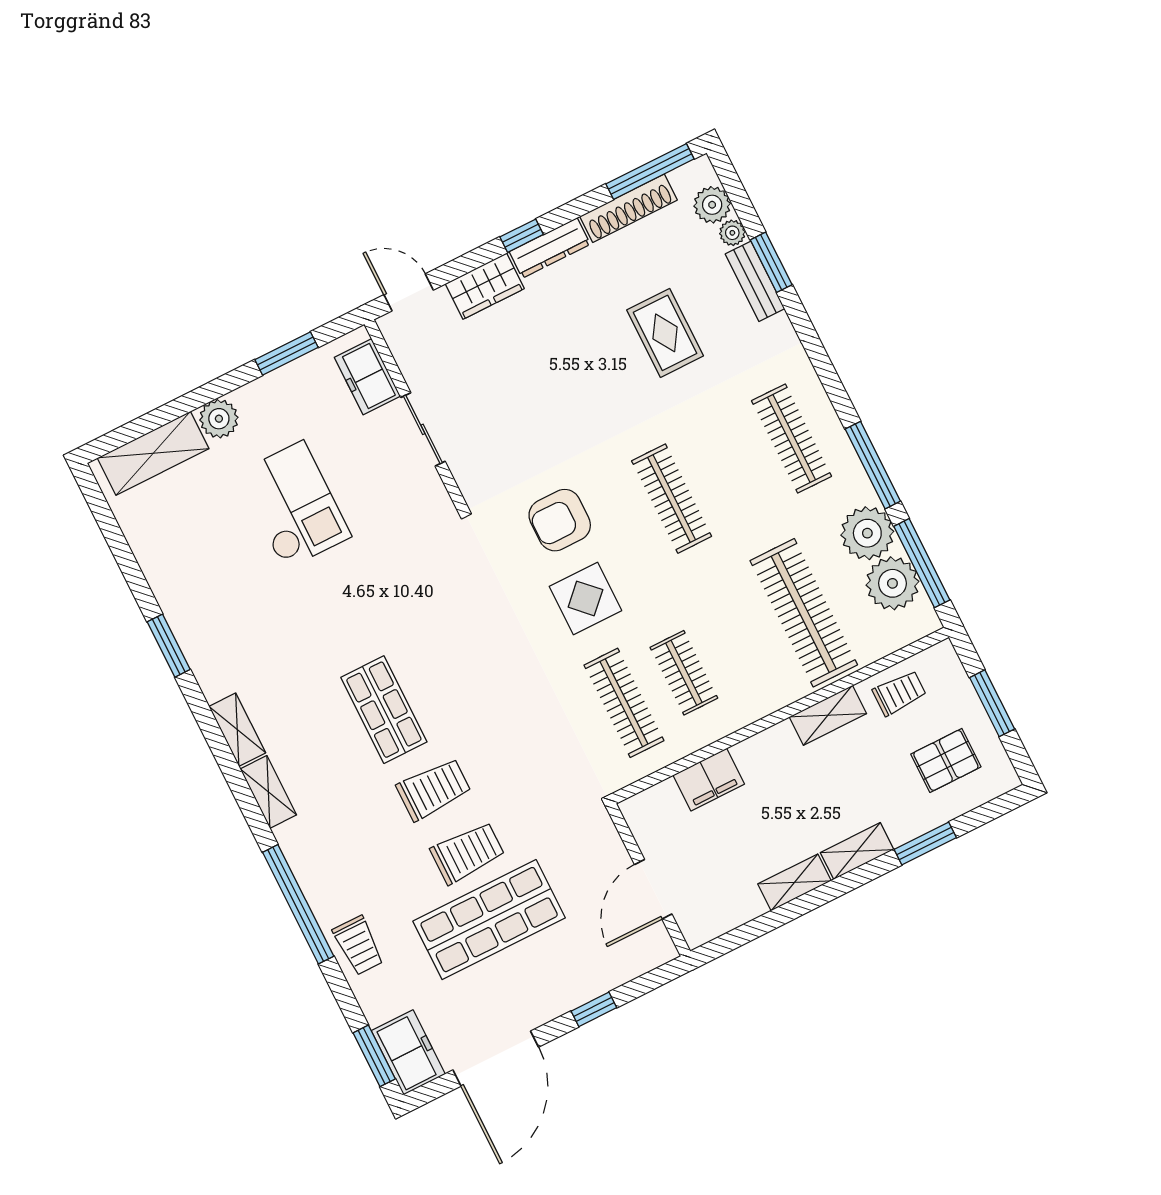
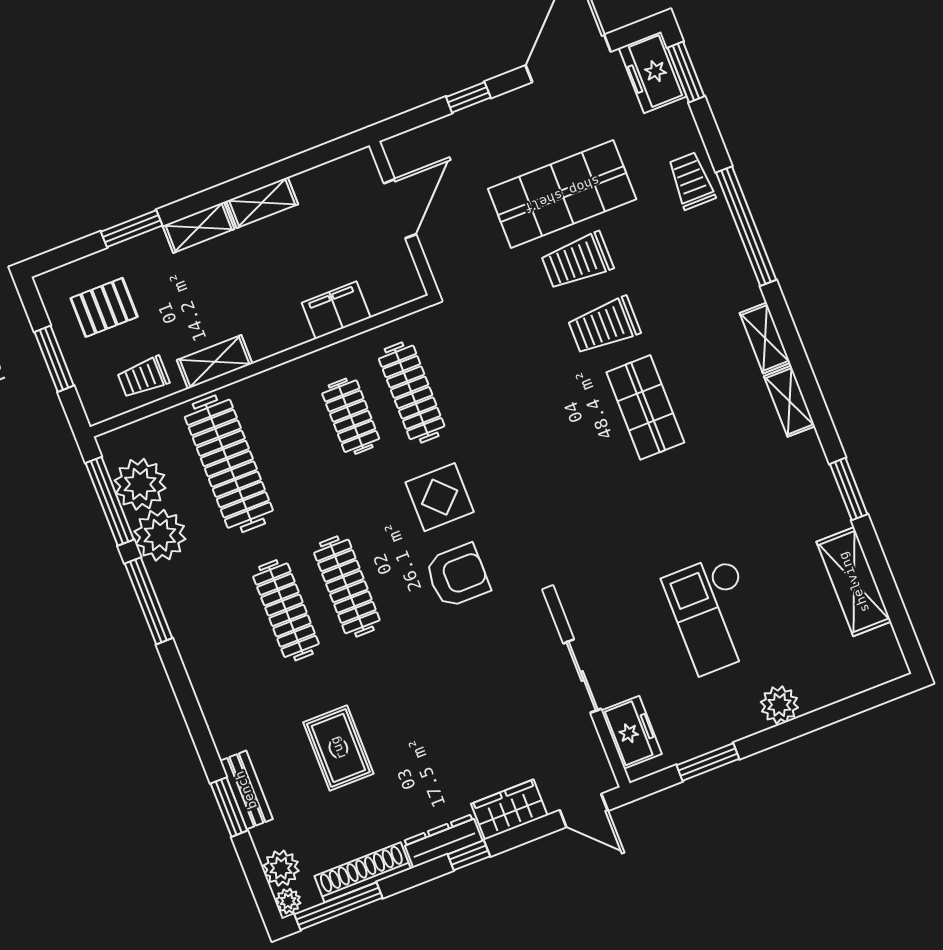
plant: (732, 233) -> (288, 901), moved
clothes rail: (792, 439) -> (286, 610), moved
shelving: (153, 453) -> (854, 582), moved, turned 90

